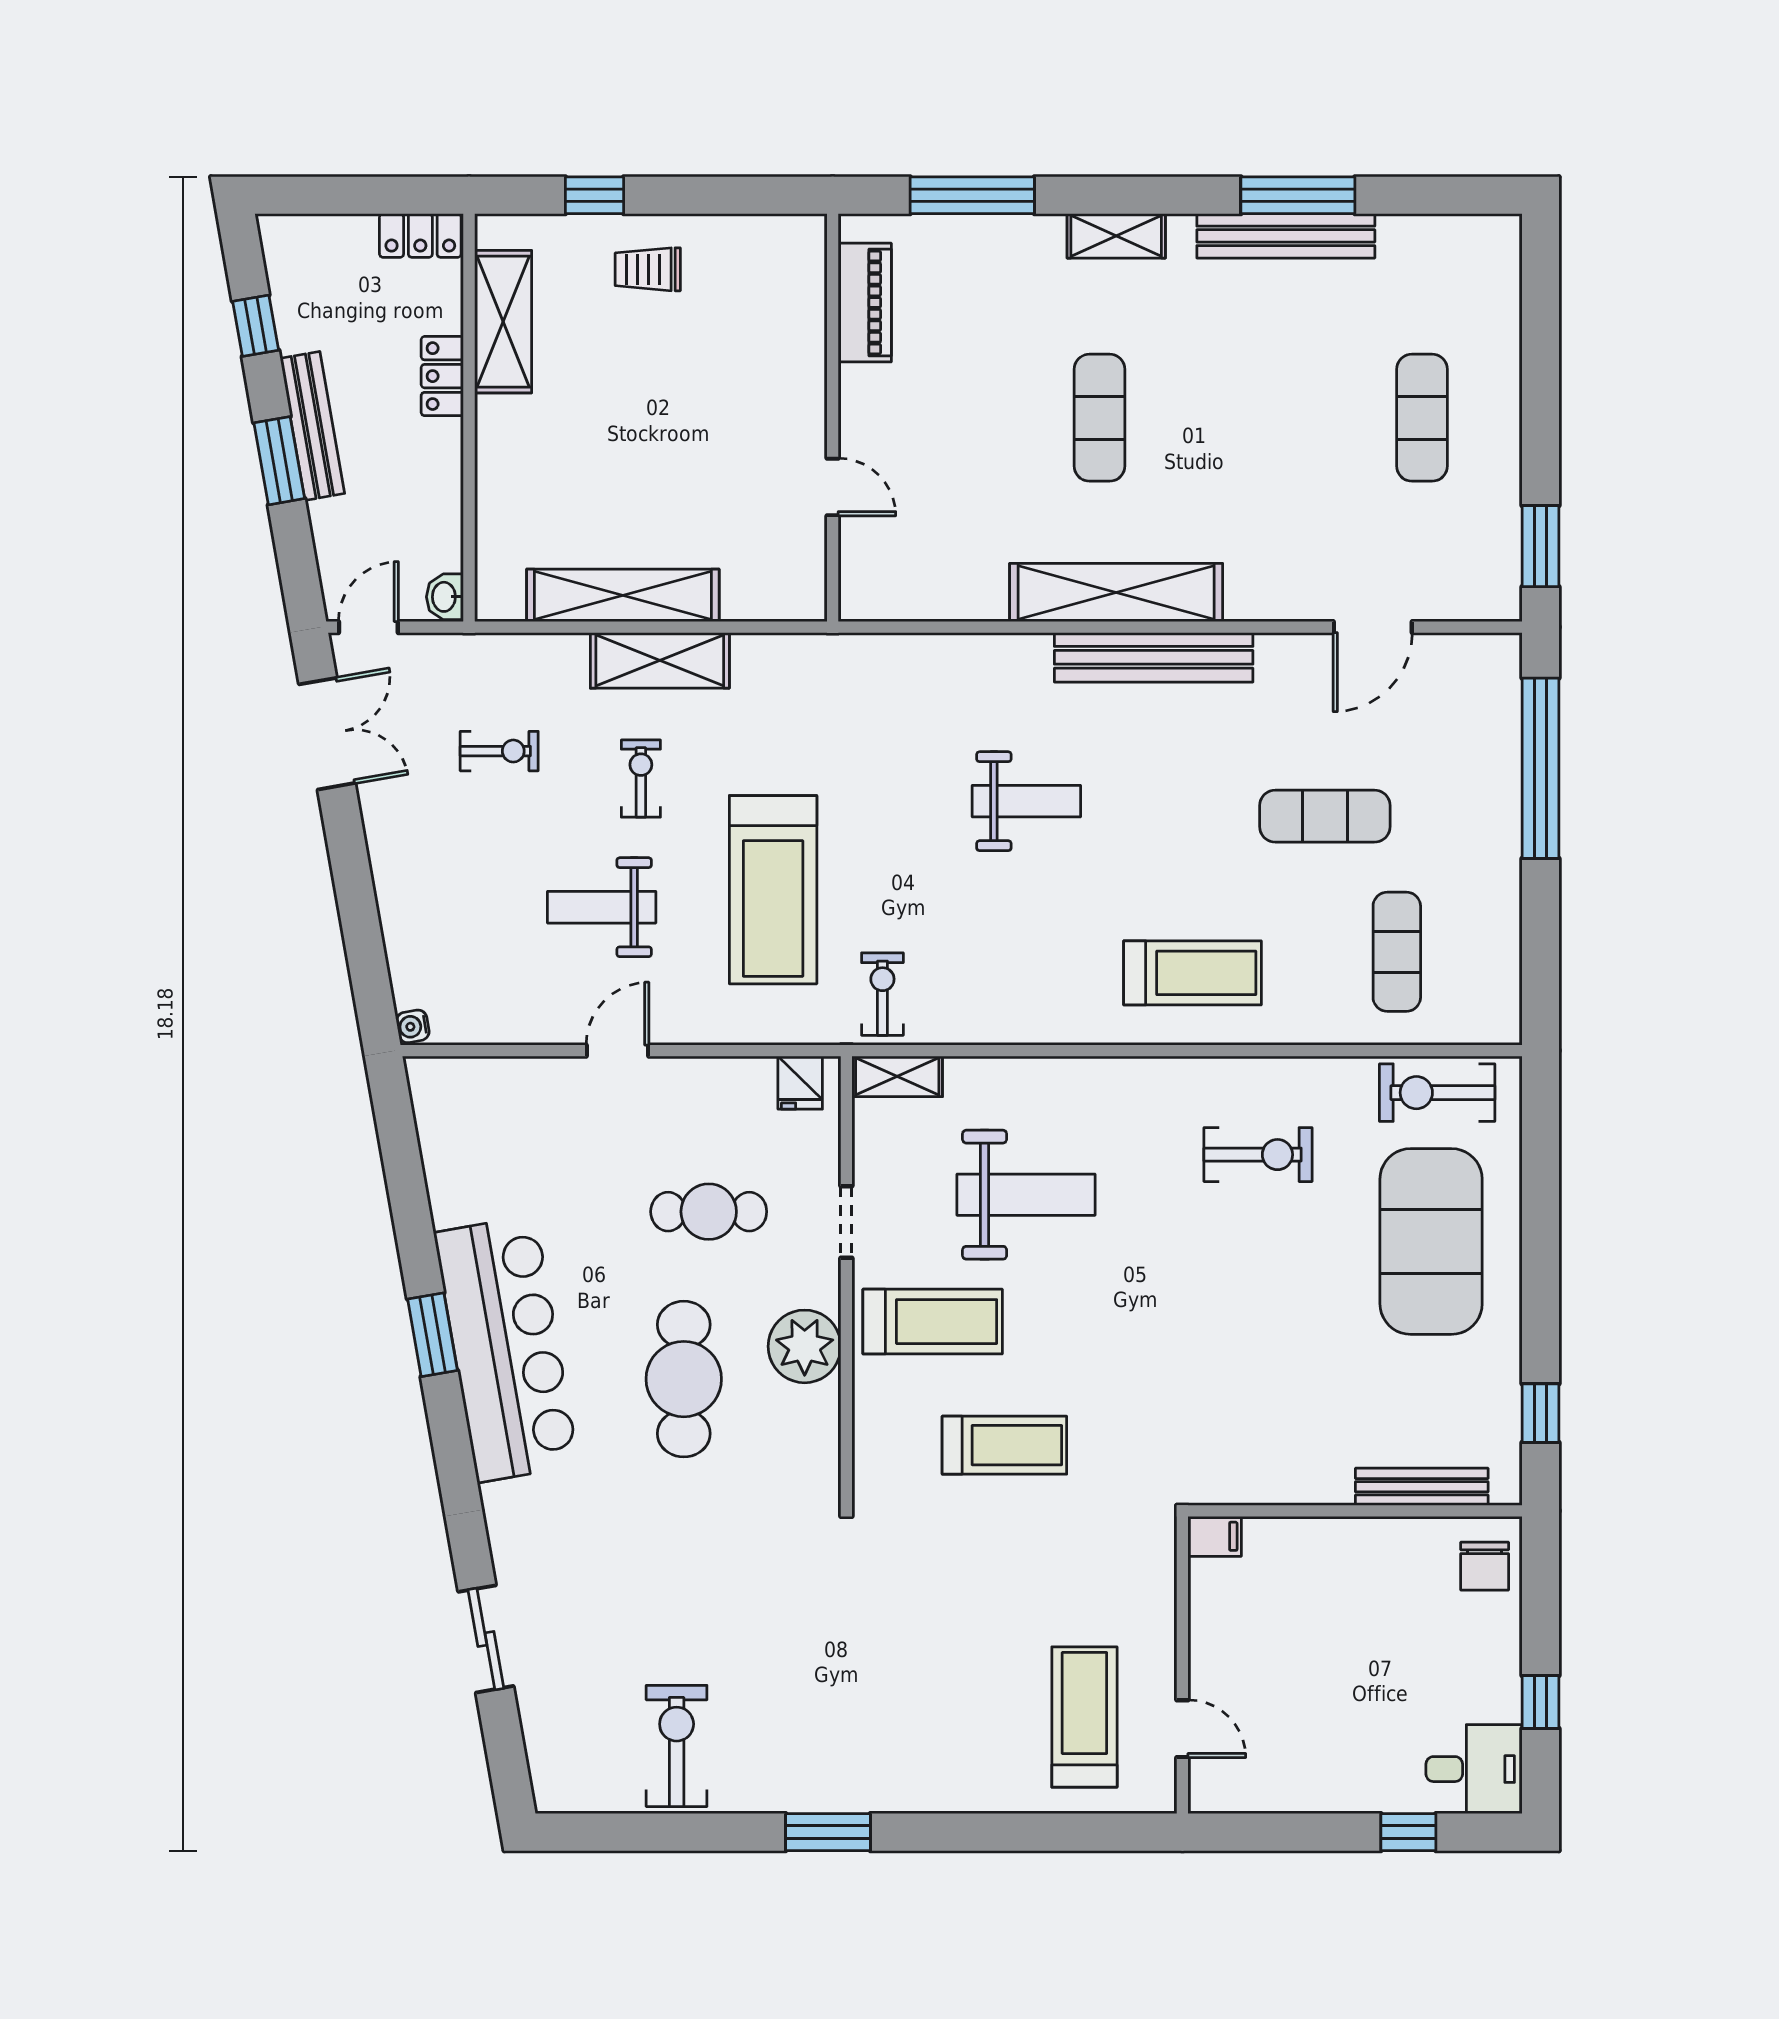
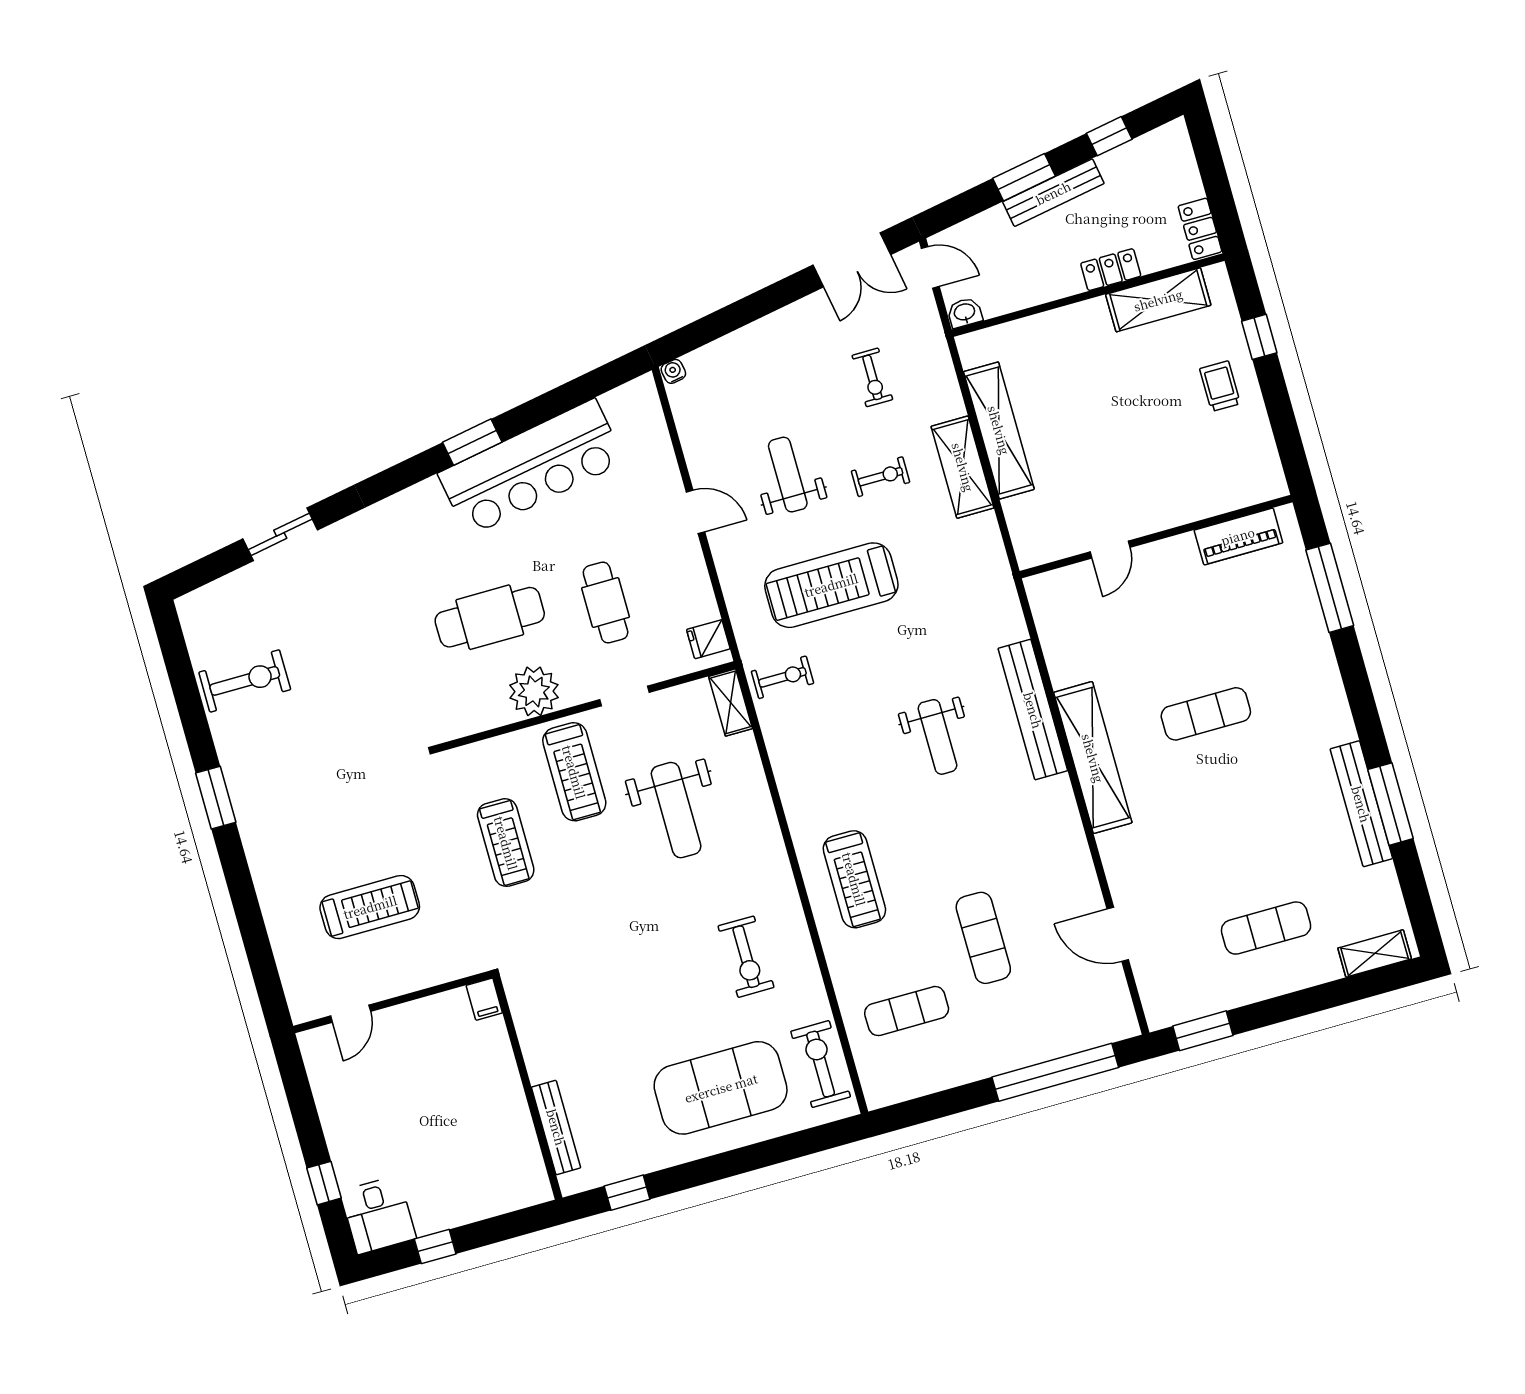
shelving: (1116, 236) -> (1375, 953), moved, turned 90
bench: (1154, 657) -> (1033, 710), moved
bar counter: (506, 1349) -> (531, 467), moved
chair: (1485, 1566) -> (515, 1184), removed
treadmill: (1084, 1717) -> (370, 907), moved

